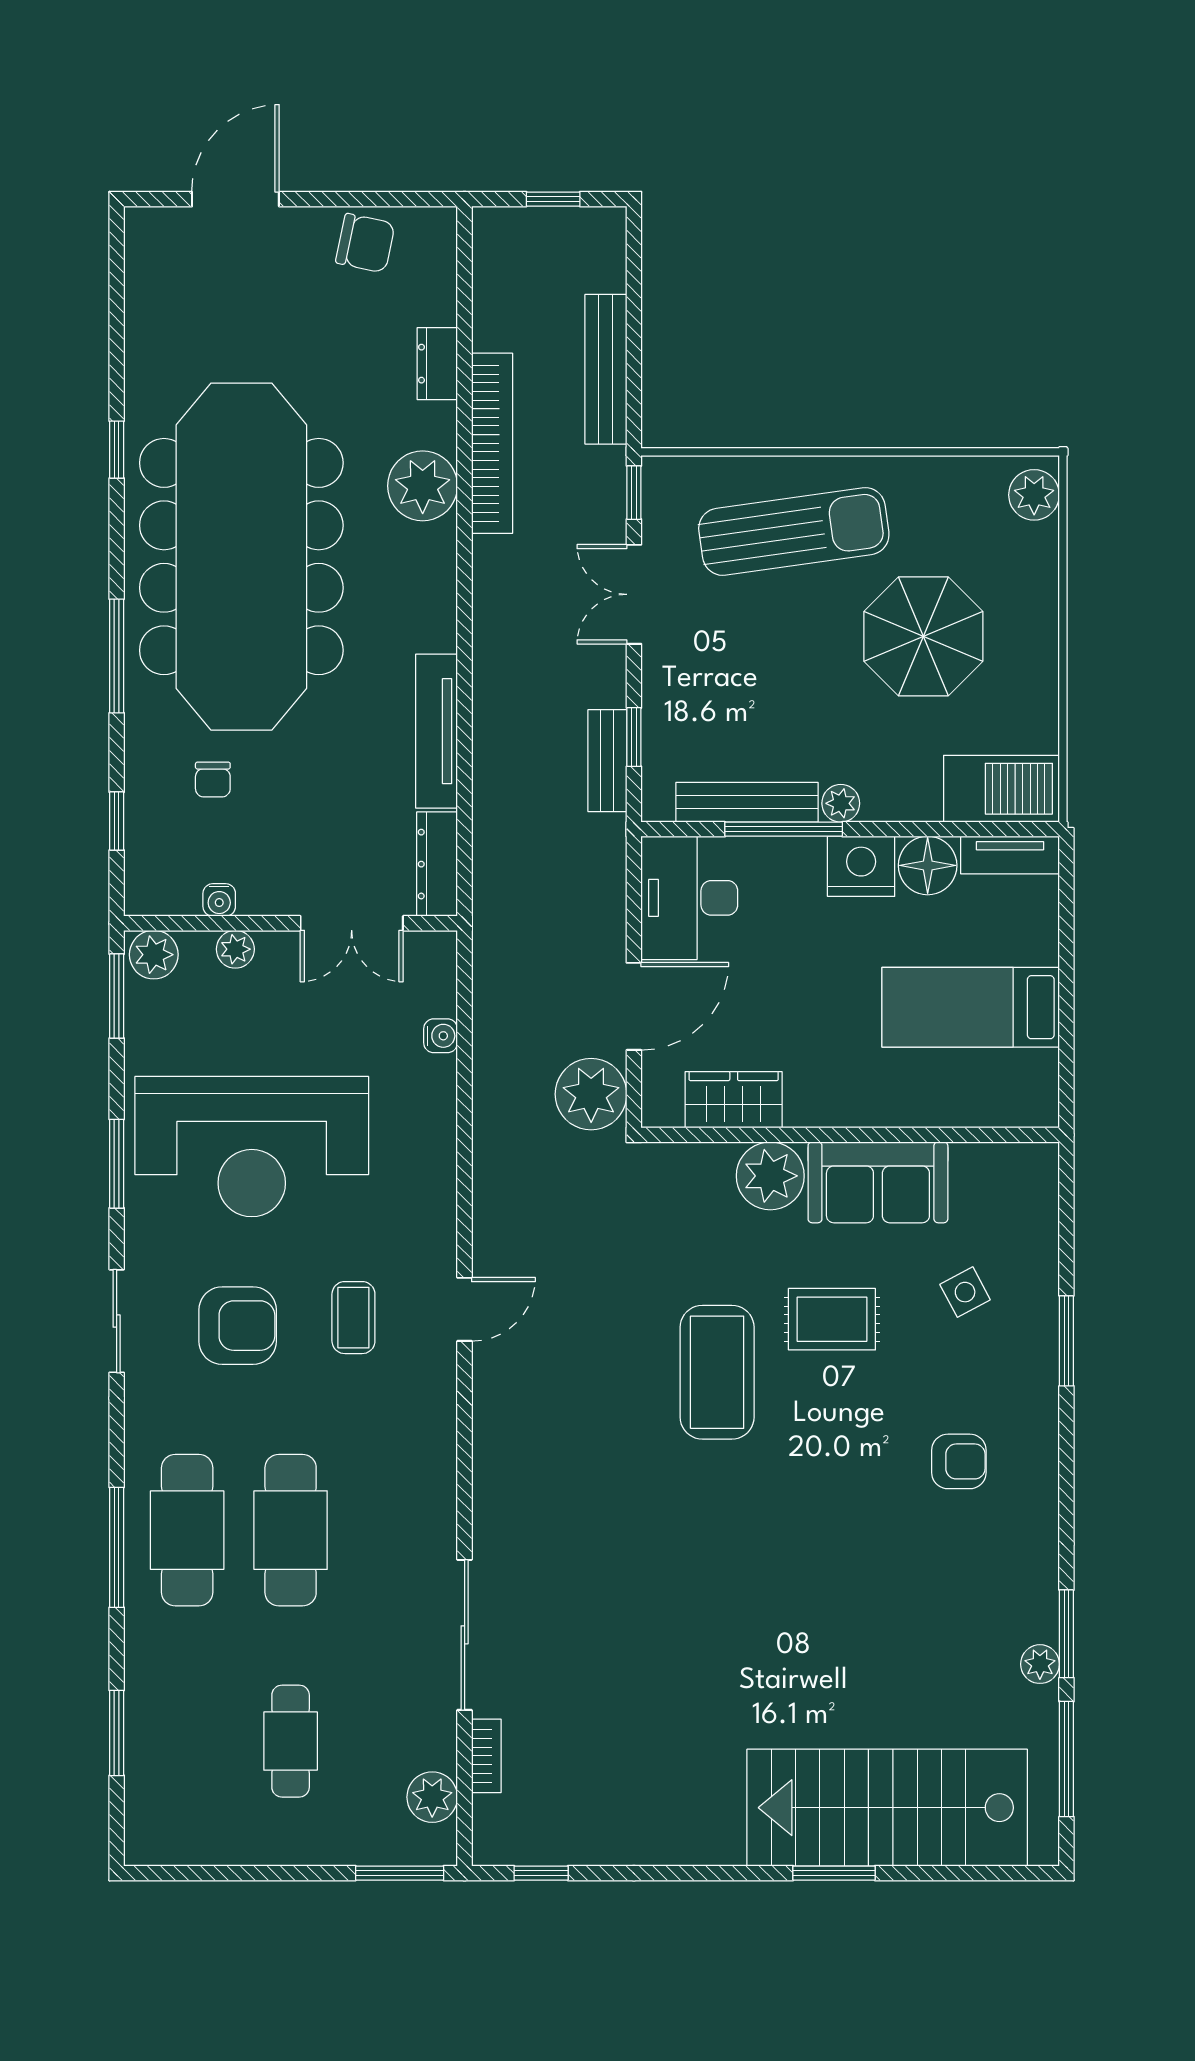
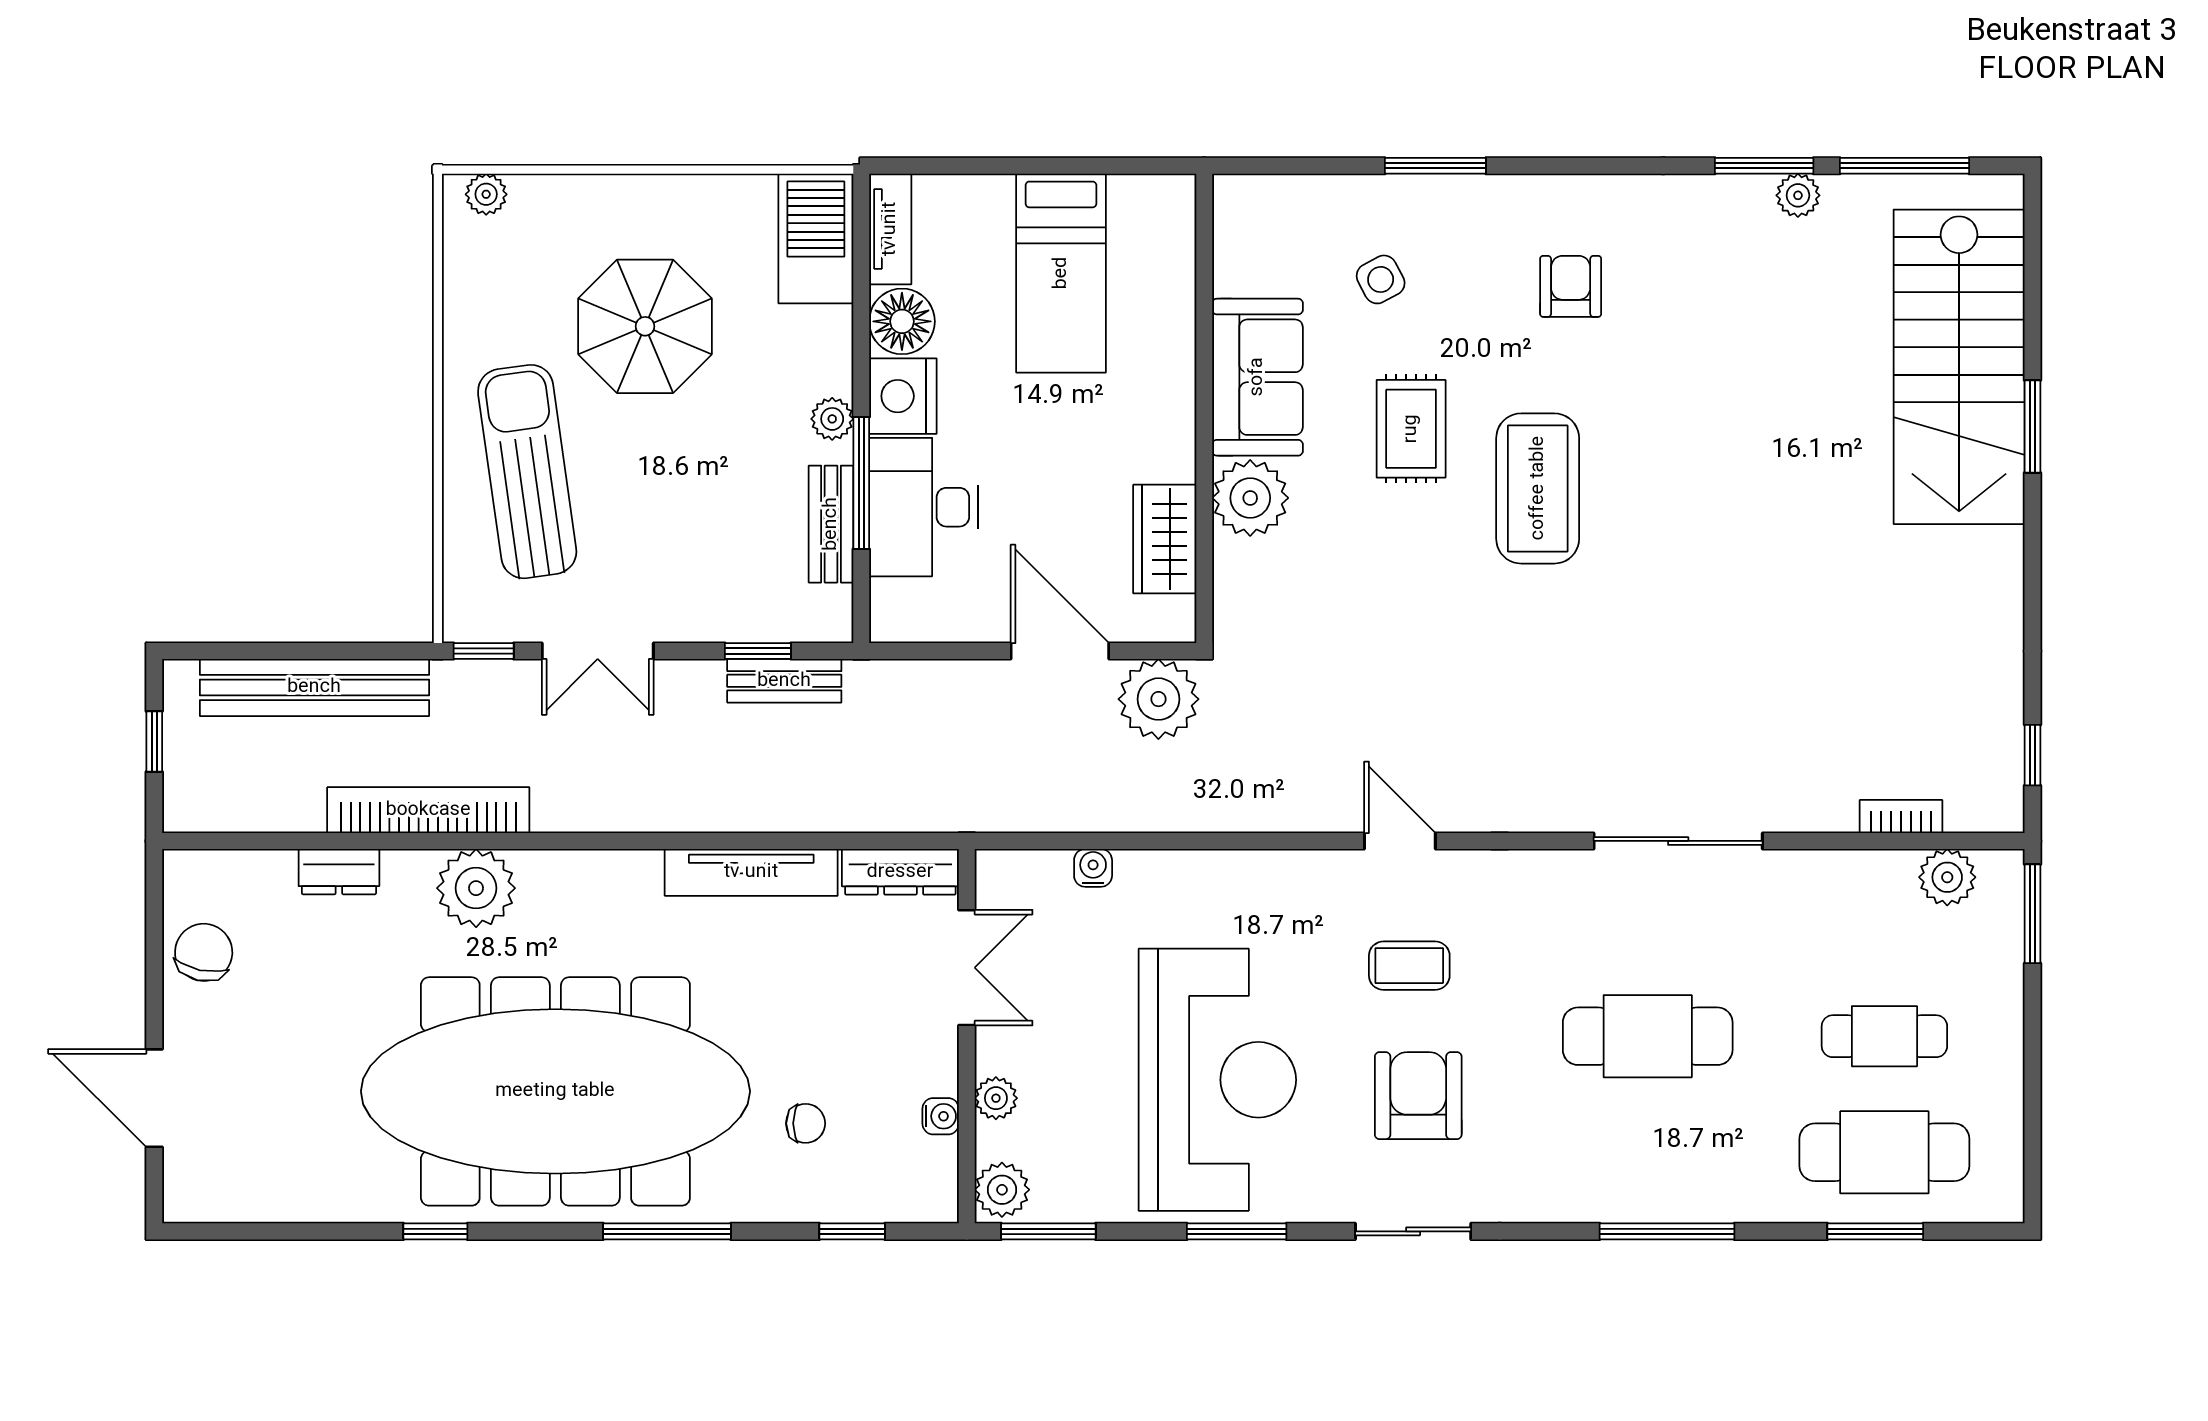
bench: (606, 369) -> (314, 687), width x1.37, depth x1.21
plant: (1034, 495) -> (486, 194), width x0.73, depth x0.73
bench: (747, 802) -> (831, 524), width x0.73
desk: (689, 898) -> (924, 507), moved, turned 90
coffee table: (717, 1372) -> (1538, 488), moved, turned 90
cafe table: (187, 1530) -> (1884, 1152), moved
sliding door: (465, 1635) -> (1678, 841), moved

